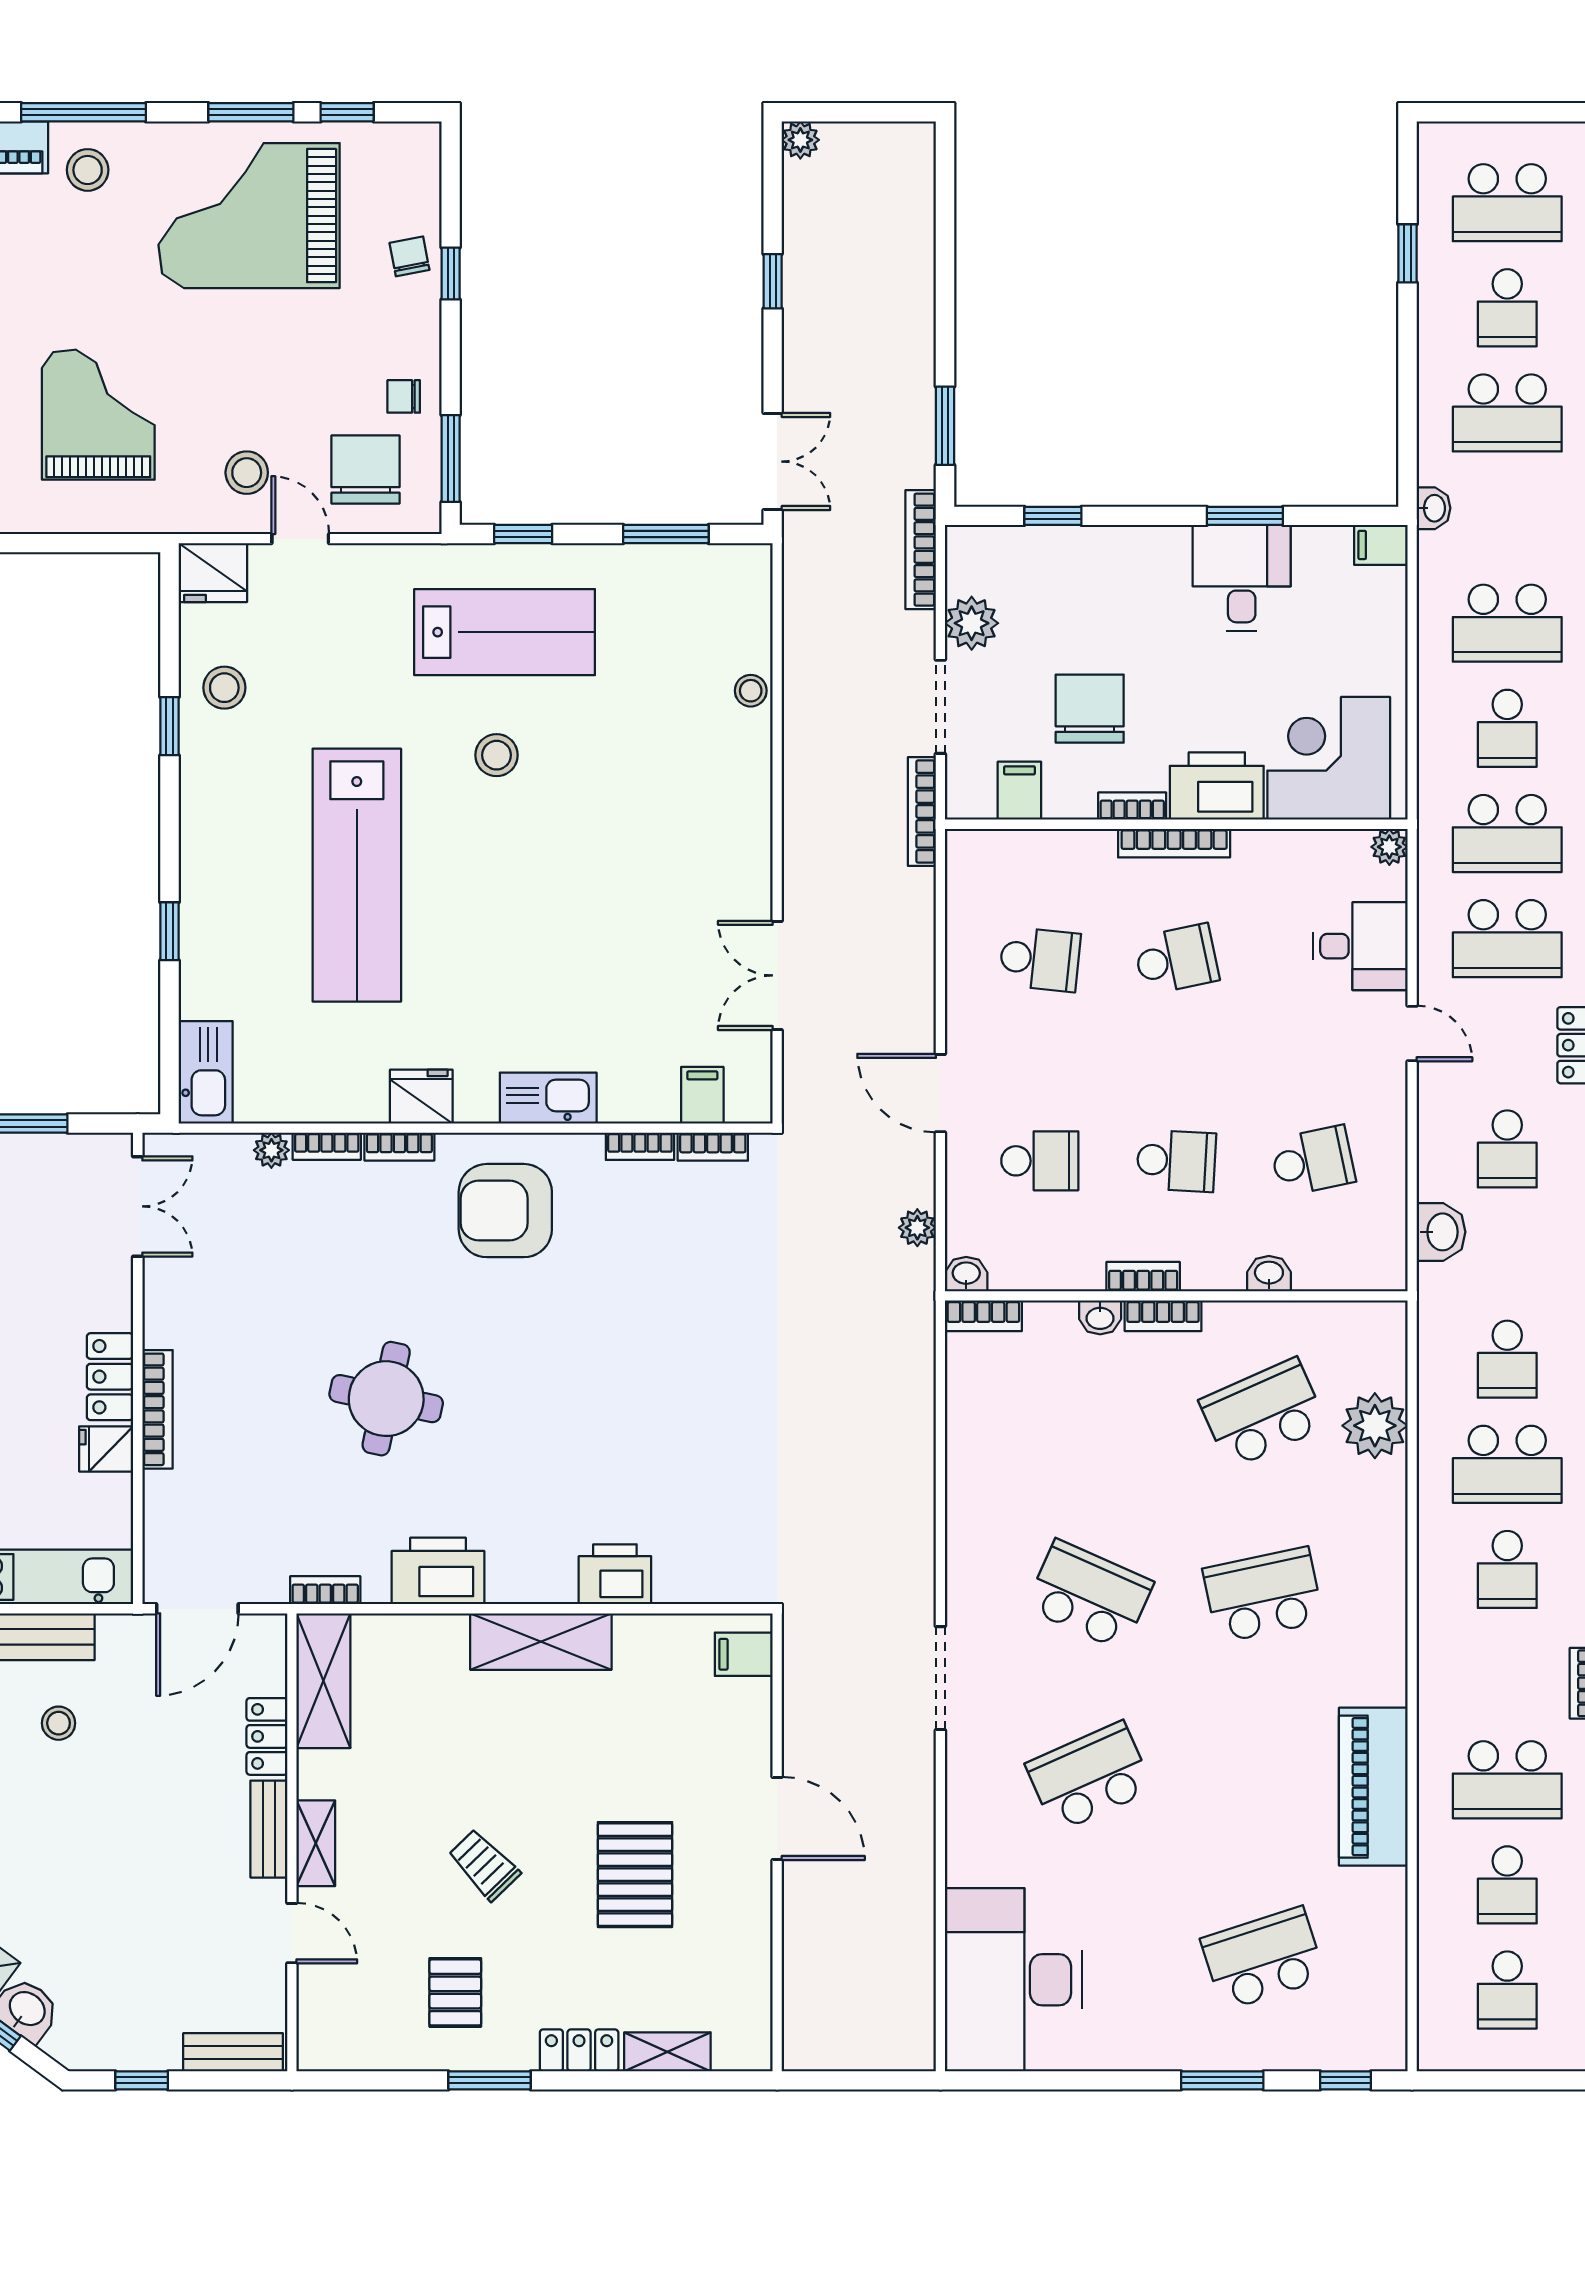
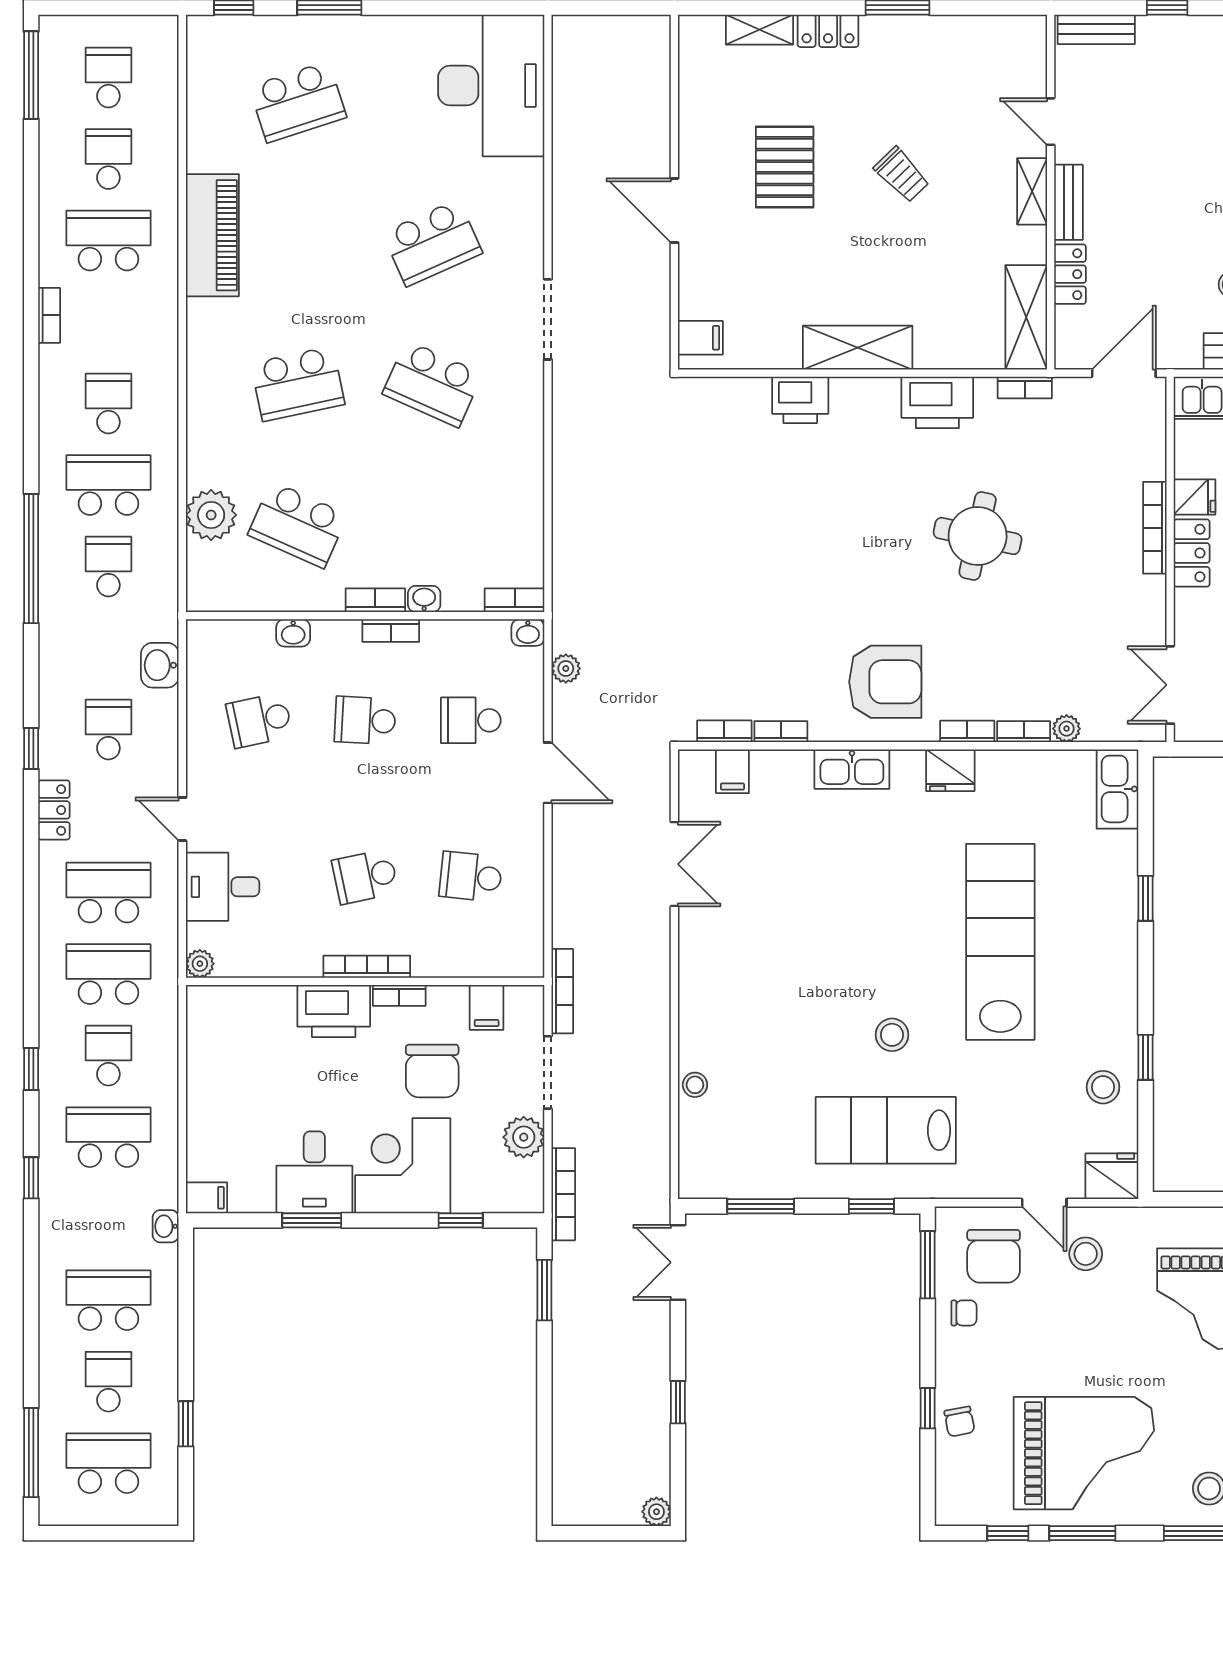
corner desk: (1329, 758) -> (403, 1166), moved, turned 180
school desk: (1263, 1413) -> (298, 525), turned 48
pallet: (455, 1992) -> (924, 76), removed

